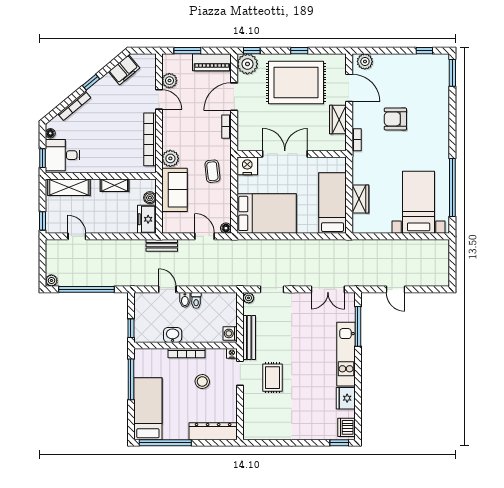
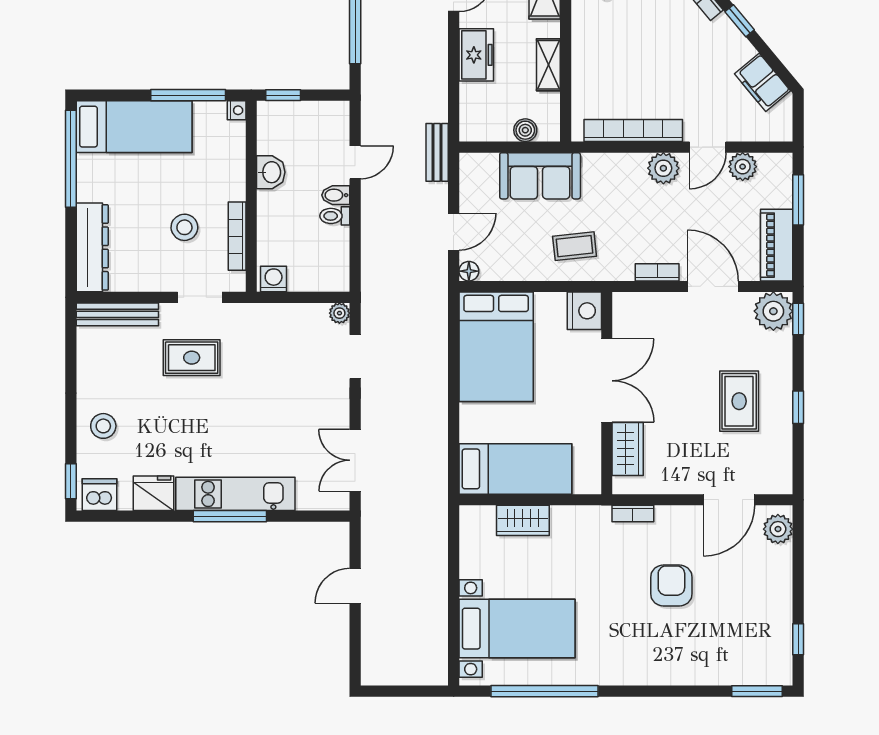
rug: (296, 82) -> (739, 401), width x0.54, depth x0.49
wardrobe: (338, 120) -> (628, 449), moved, turned 90
plant: (170, 158) -> (663, 168), moved
freezer: (147, 219) -> (476, 55), moved, turned 90
window: (358, 326) -> (230, 516), moved
bench: (249, 338) -> (117, 314), moved
bookcase: (186, 353) -> (237, 236), moved
nightstand: (232, 353) -> (237, 110), moved
stool: (309, 425) -> (103, 426), added

